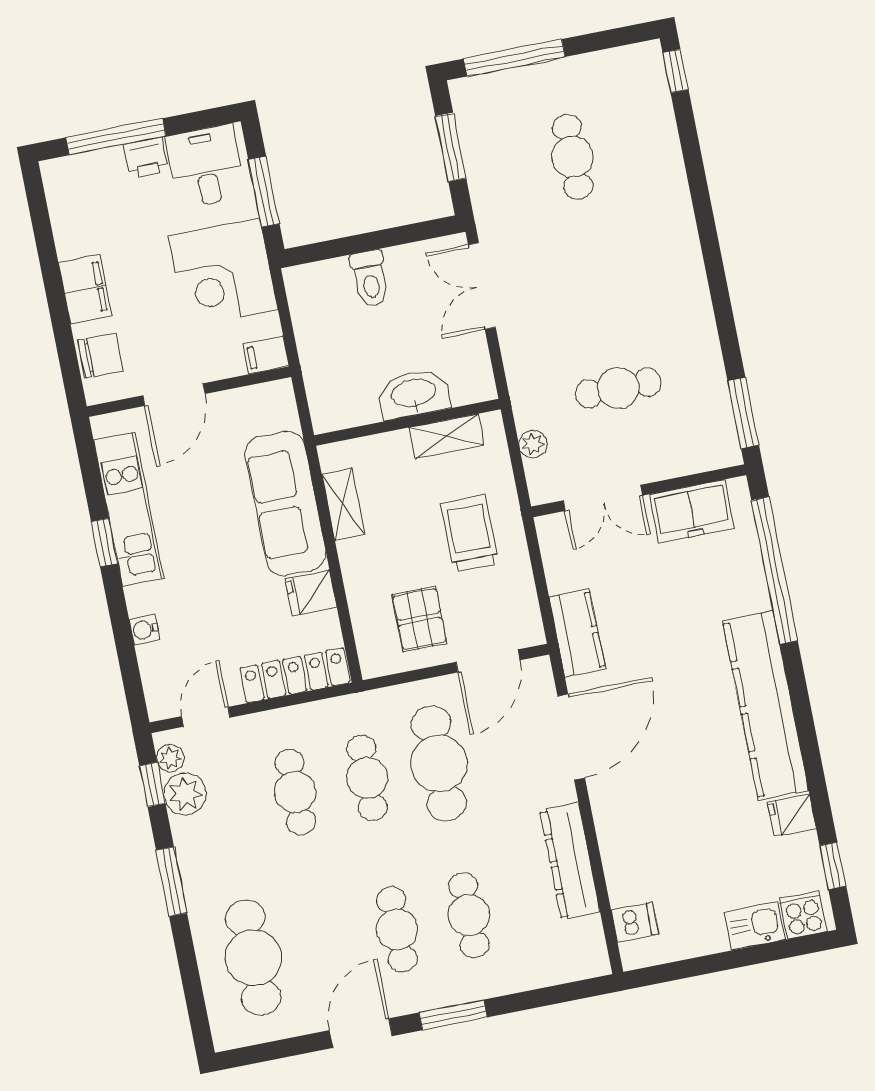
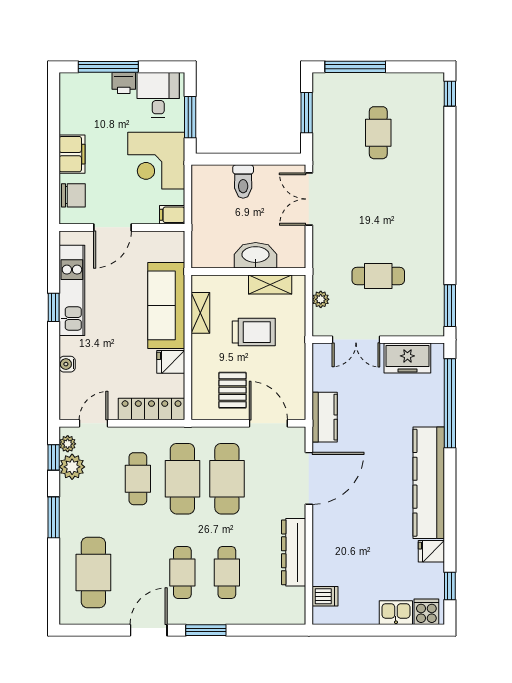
trolley: (470, 533) -> (254, 332), moved, turned 90
door: (488, 661) -> (268, 423), swing flipped
cafe table: (367, 778) -> (182, 479), width x1.37, depth x1.35

